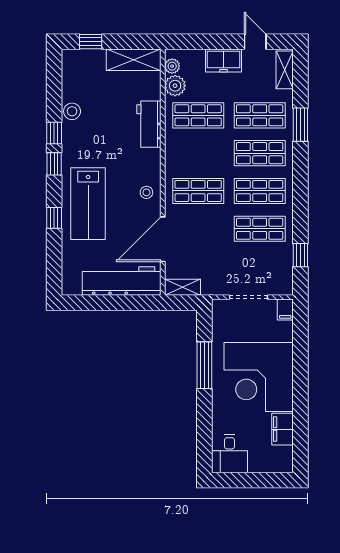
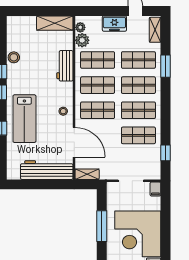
window: (91, 42) -> (26, 11), removed
shop shelf: (198, 153) -> (98, 85), added
door: (163, 239) -> (74, 142), swing flipped

